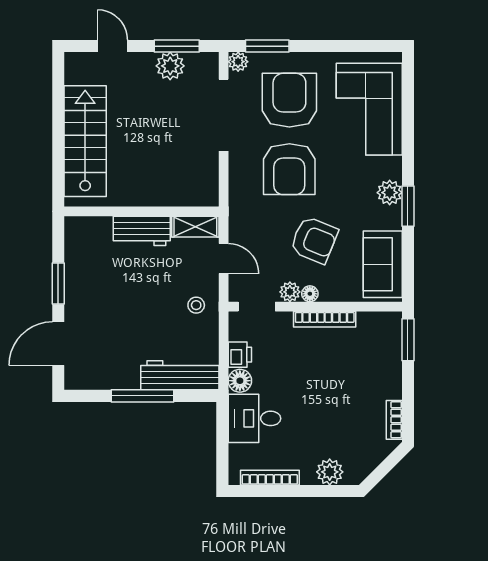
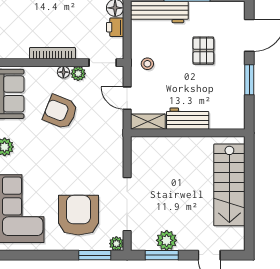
armchair: (289, 100) -> (78, 215), turned 180
armchair: (289, 169) -> (79, 164), removed
pallet: (120, 323) -> (203, 51), added

